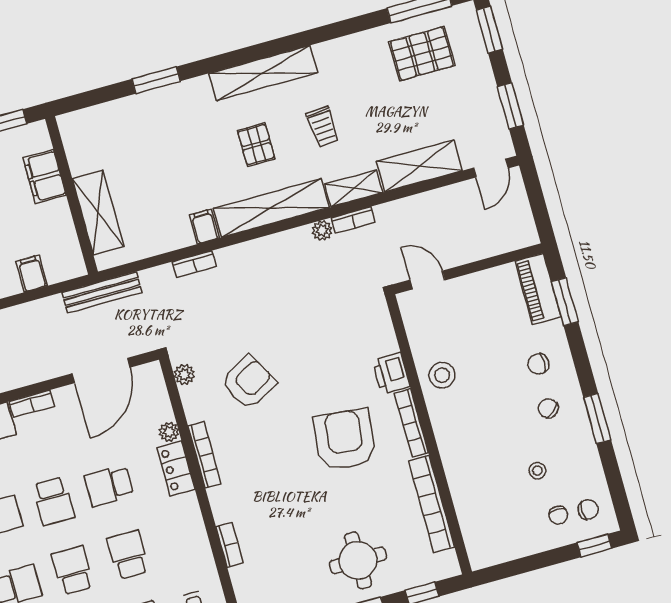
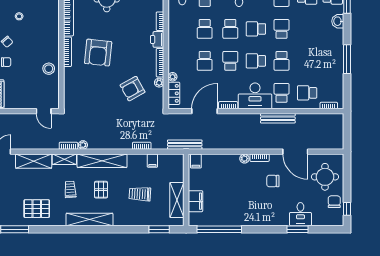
pallet: (422, 54) -> (37, 209), moved
window: (156, 80) -> (159, 229), moved
trolley: (169, 159) -> (140, 194), added
shelving: (98, 213) -> (177, 200), moved
filing cabinet: (204, 226) -> (152, 161), moved
filing cabinet: (32, 273) -> (196, 161), moved
door: (101, 371) -> (204, 111), moved
printer: (391, 373) -> (157, 39), moved, turned 180
plant: (184, 374) -> (159, 83), moved
locker: (176, 468) -> (174, 93), moved
school desk: (109, 486) -> (205, 61), turned 90

